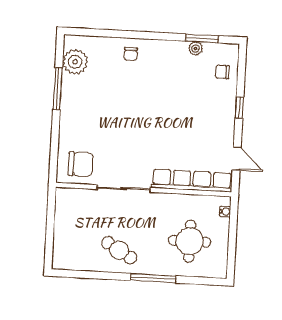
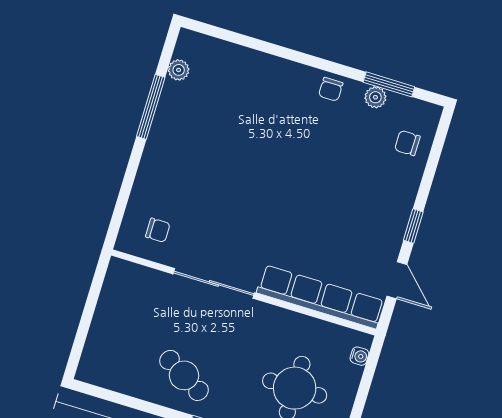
chair: (131, 54) -> (331, 89), moved
plant: (75, 62) -> (179, 70), width x0.53, depth x0.53
window: (239, 108) -> (413, 226), moved
chair: (81, 164) -> (158, 230), width x0.54, depth x0.54

